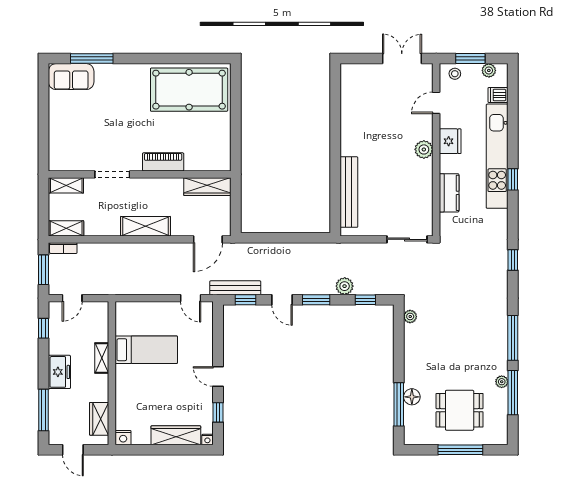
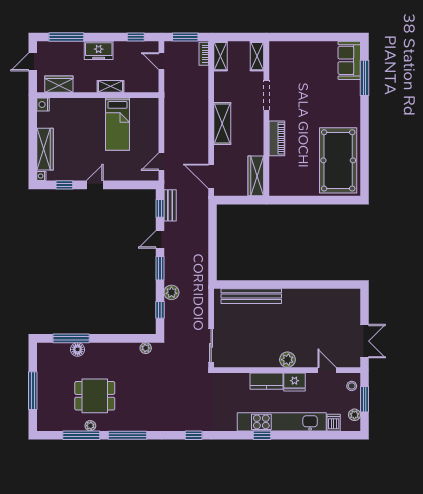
kitchen counter: (449, 193) -> (266, 381), moved
bench: (235, 288) -> (170, 205), width x0.73
dining table: (460, 410) -> (95, 396), moved, turned 90

